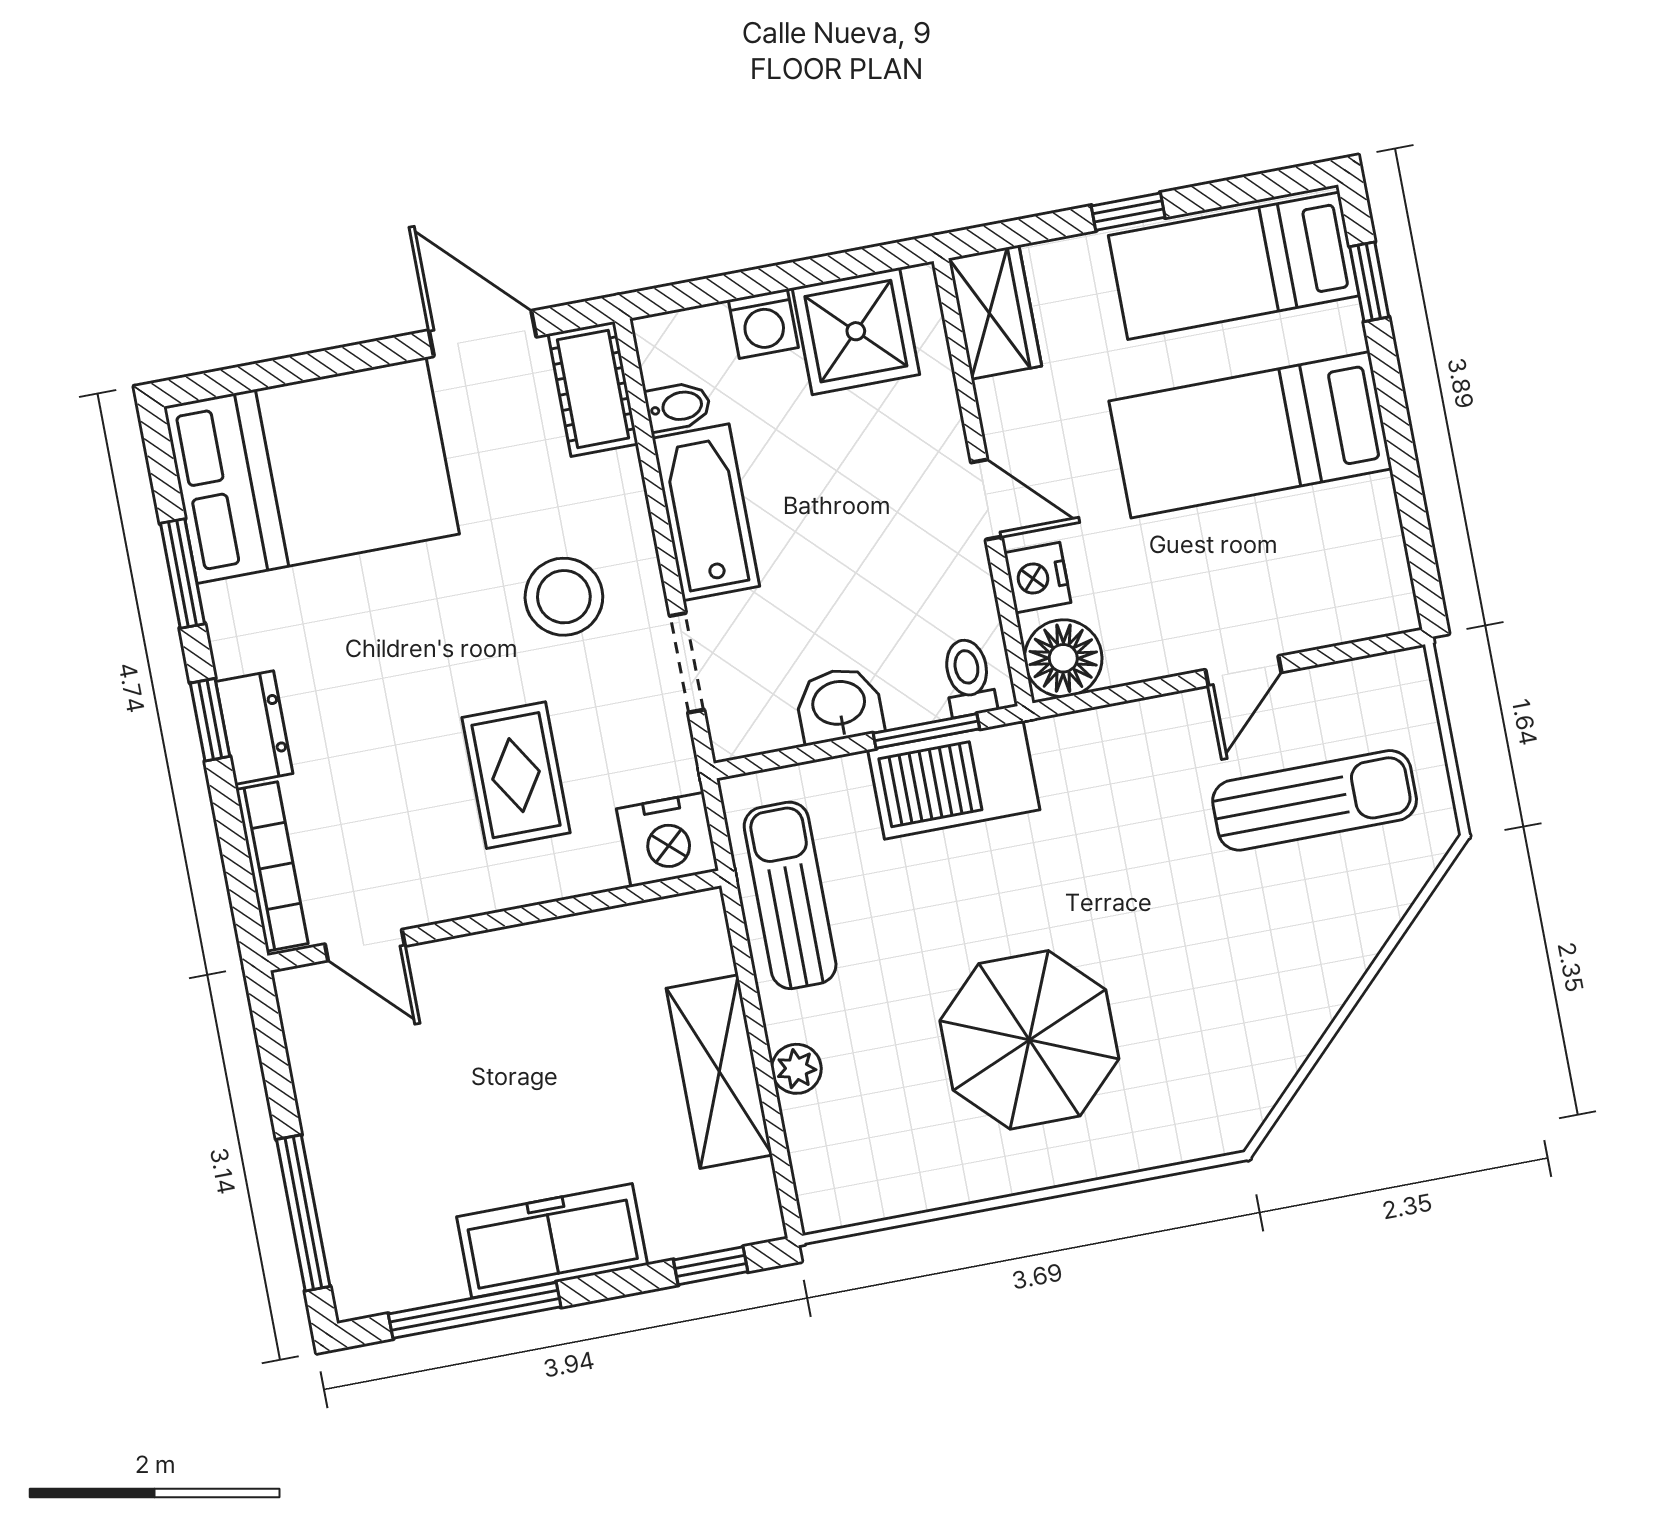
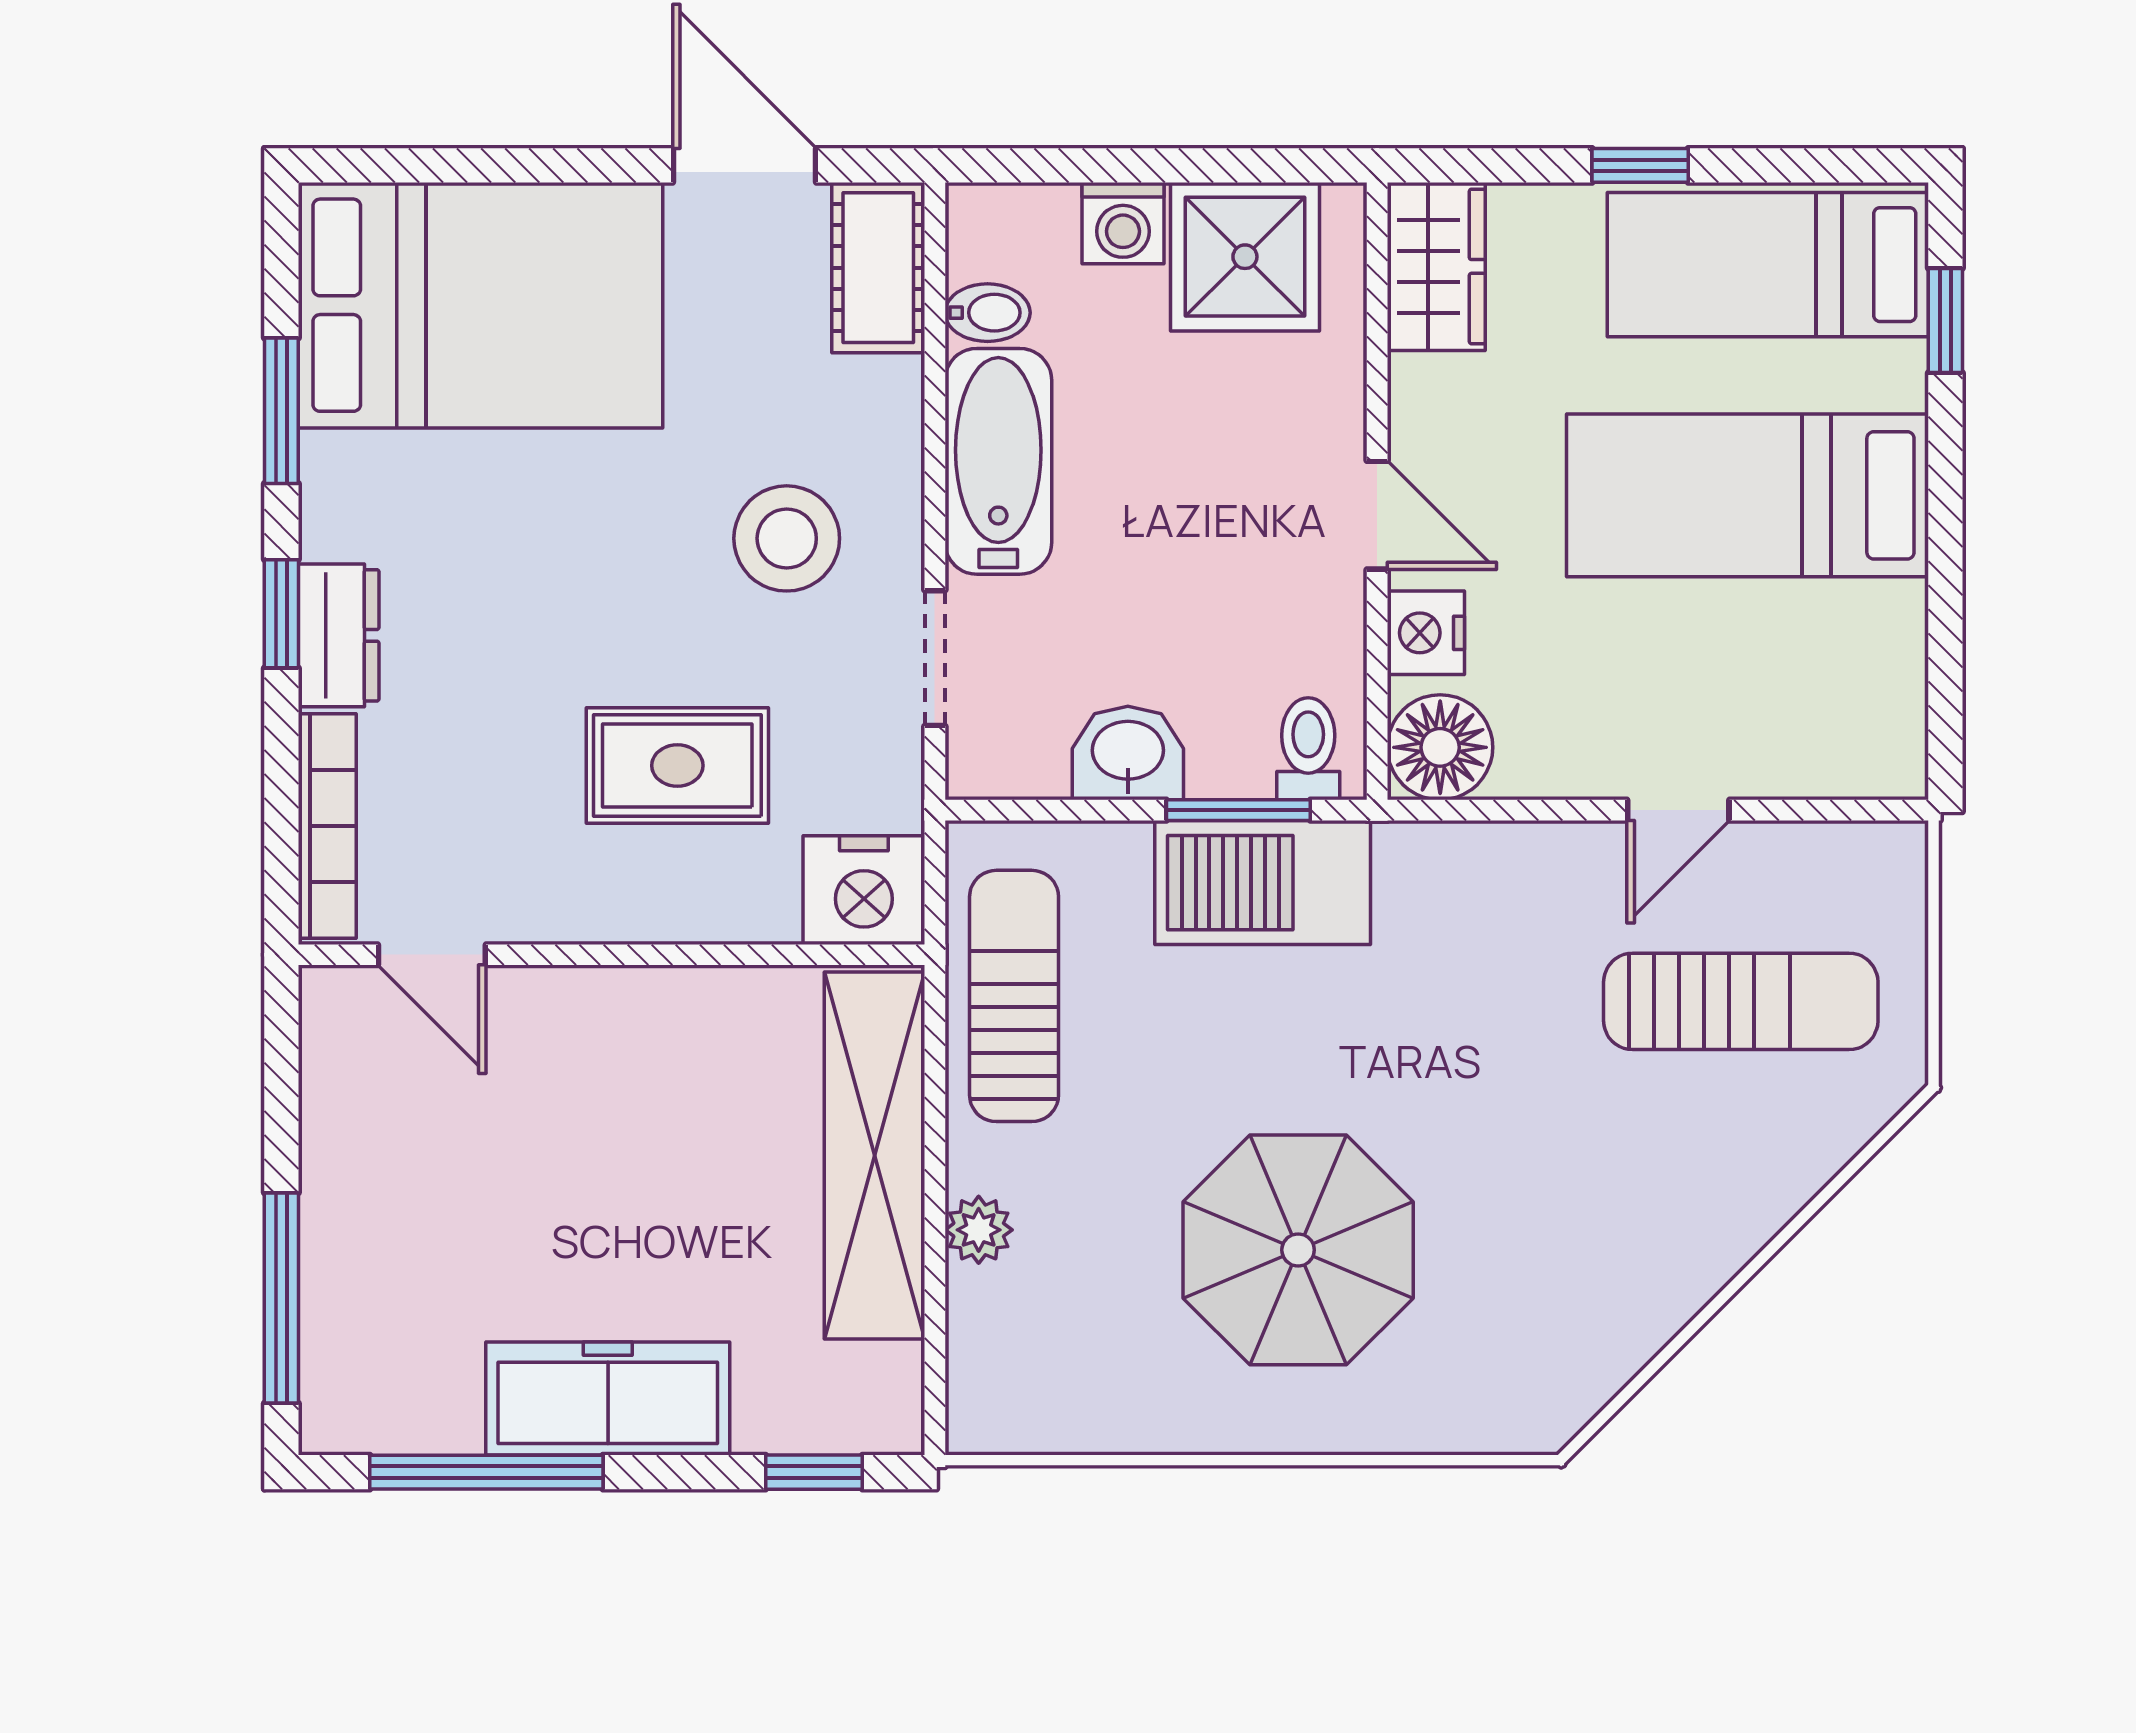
rug: (516, 775) -> (677, 766), turned 90
shelving: (719, 1072) -> (875, 1156), width x1.47

